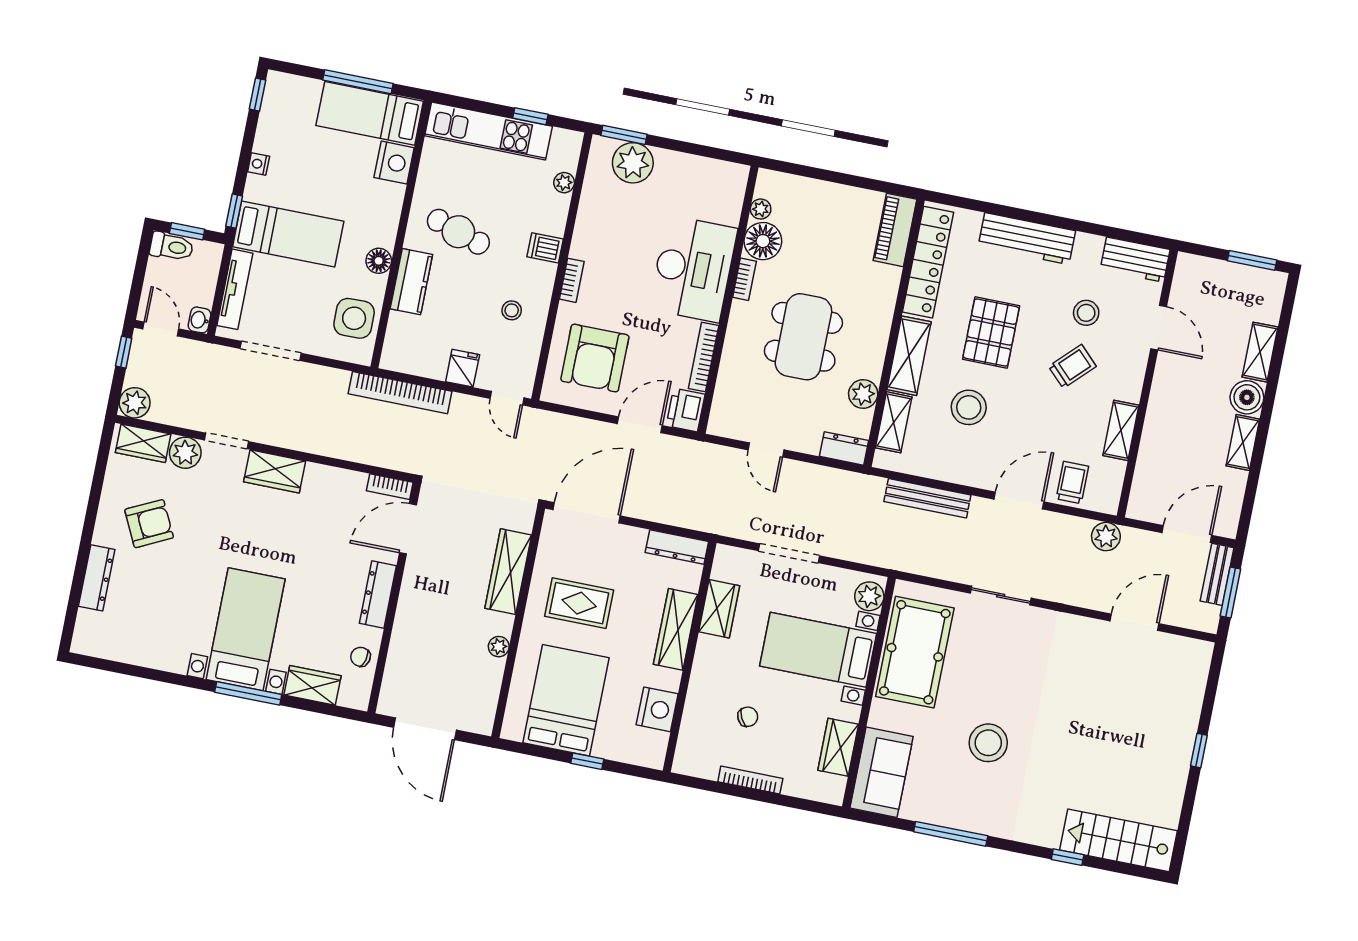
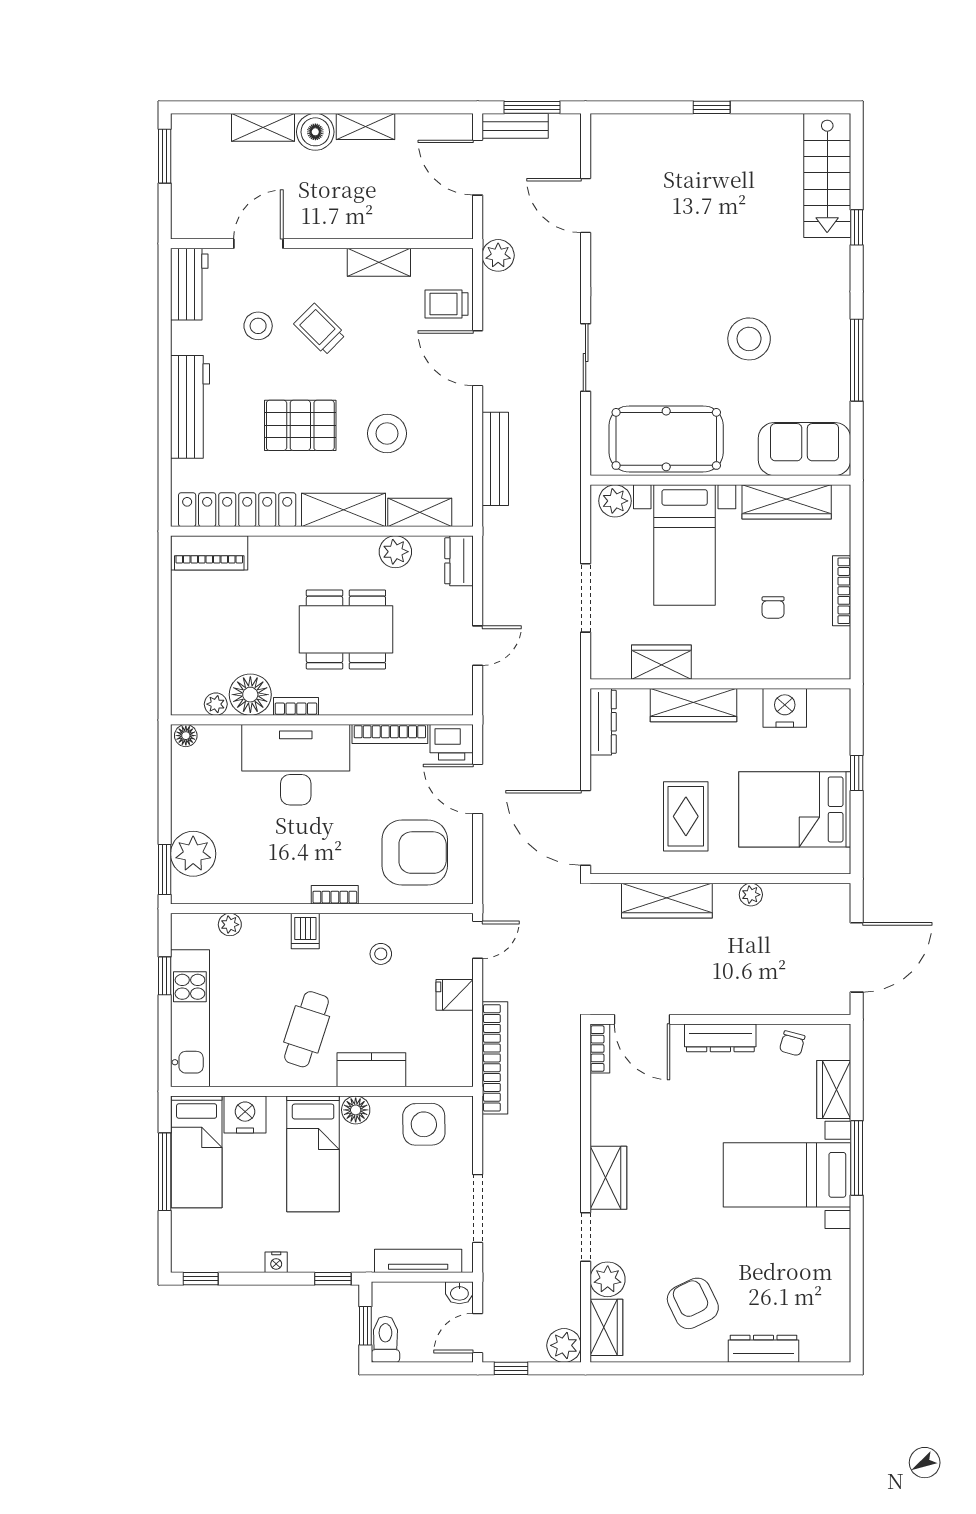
floor lamp: (738, 177) -> (186, 736), added
bed: (288, 234) -> (313, 1154), moved, turned 180
chair: (748, 717) -> (773, 607), turned -153
wardrobe: (838, 747) -> (787, 502), width x1.50

